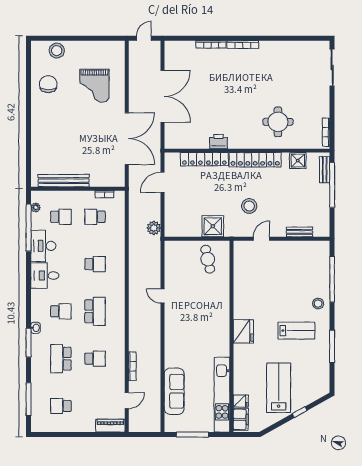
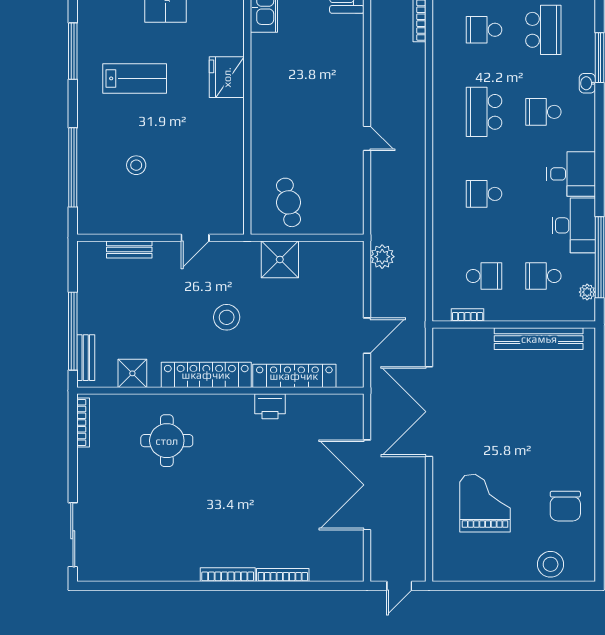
stool: (249, 206) -> (227, 317), moved
stool: (318, 304) -> (136, 165), moved
lab bench: (296, 331) -> (135, 78), turned 180

